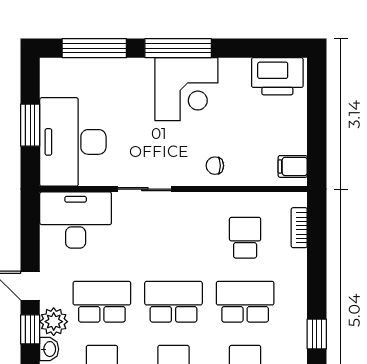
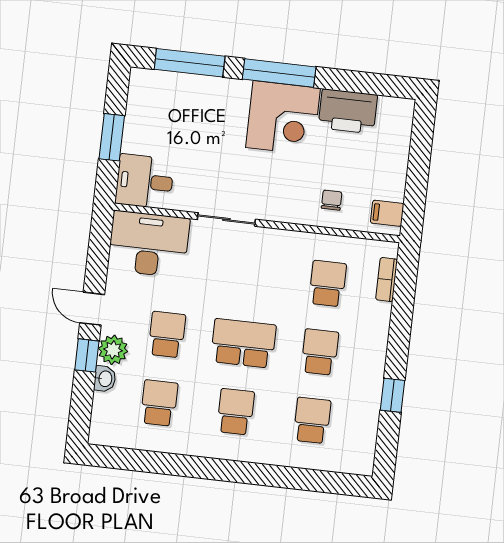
printer: (277, 76) -> (348, 111), moved
desk: (73, 142) -> (145, 181), width x0.53, depth x0.77
chair: (215, 166) -> (332, 200), moved, turned 90
school desk: (102, 302) -> (167, 335), width x0.54
school desk: (245, 302) -> (320, 352), width x0.54

